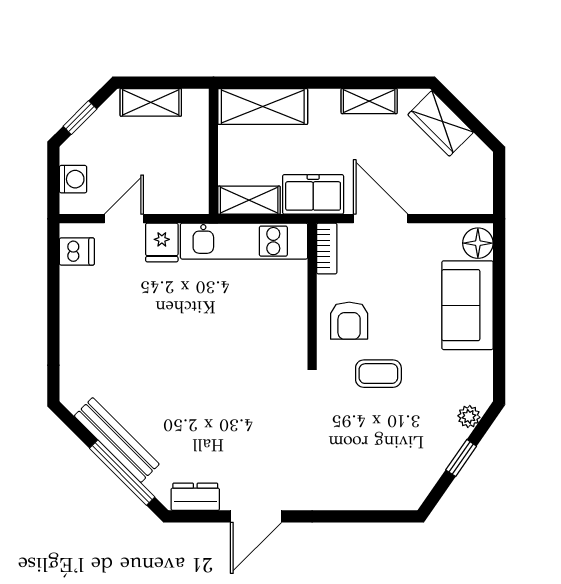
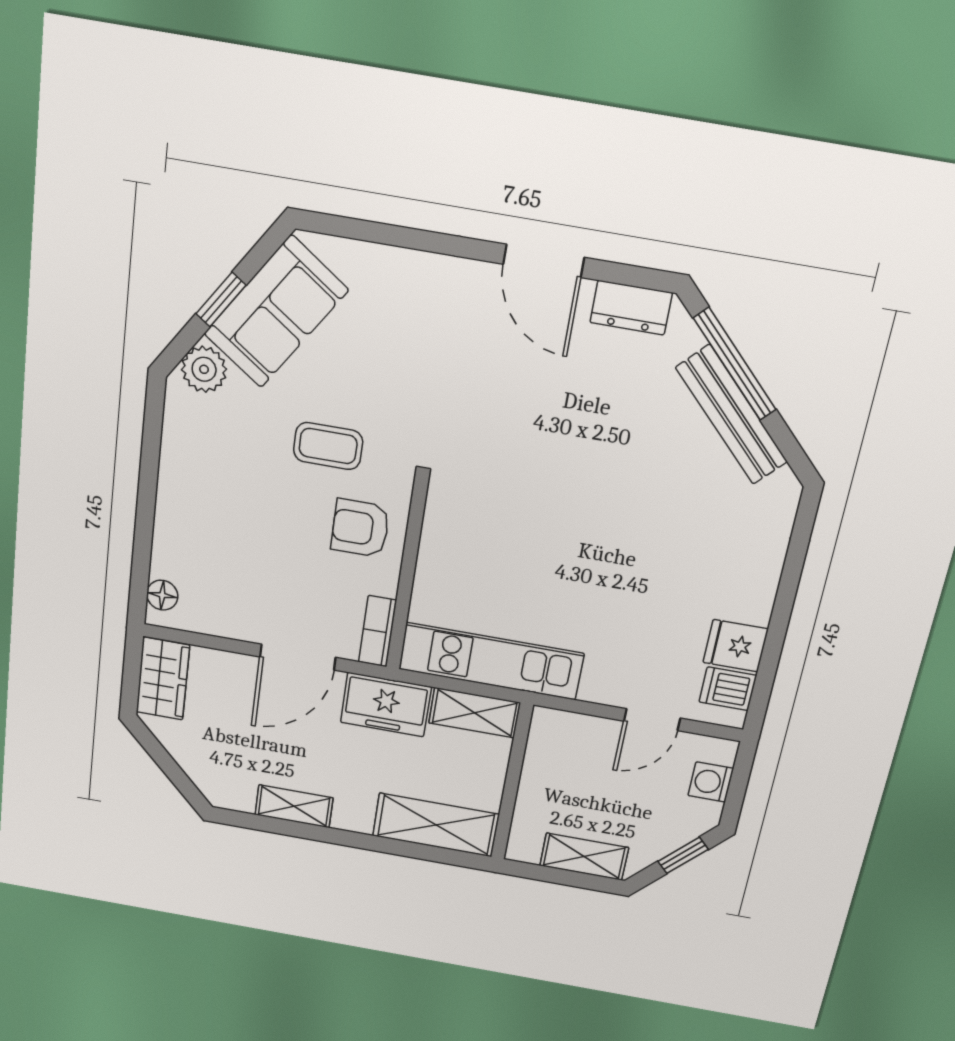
wardrobe: (441, 123) -> (163, 679), moved, turned 45
door: (381, 219) -> (298, 657), hinge flipped
fridge: (162, 242) -> (736, 646), moved, turned -90
floor lamp: (478, 243) -> (162, 595), width x0.73, depth x0.73
sofa: (467, 305) -> (276, 312), moved, turned 35
armchair: (349, 321) -> (360, 528), turned -90
plant: (469, 416) -> (204, 369), width x1.38, depth x1.38
door: (256, 516) -> (544, 261), swing flipped

